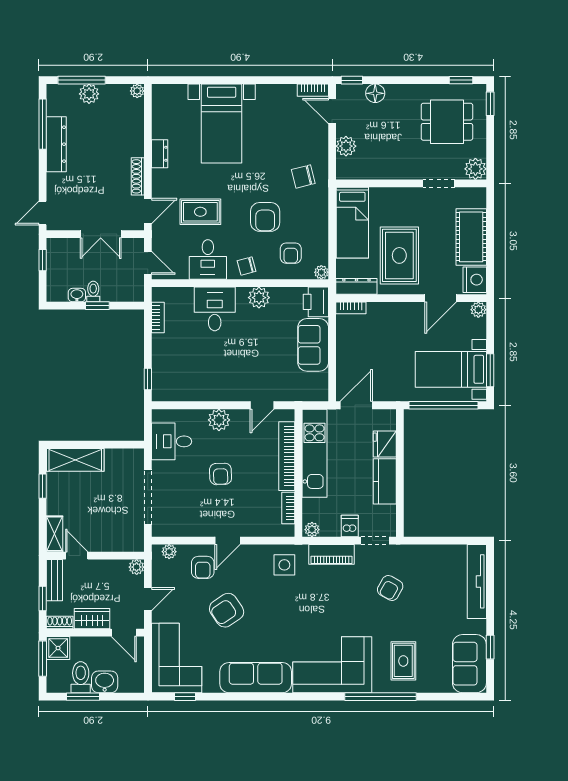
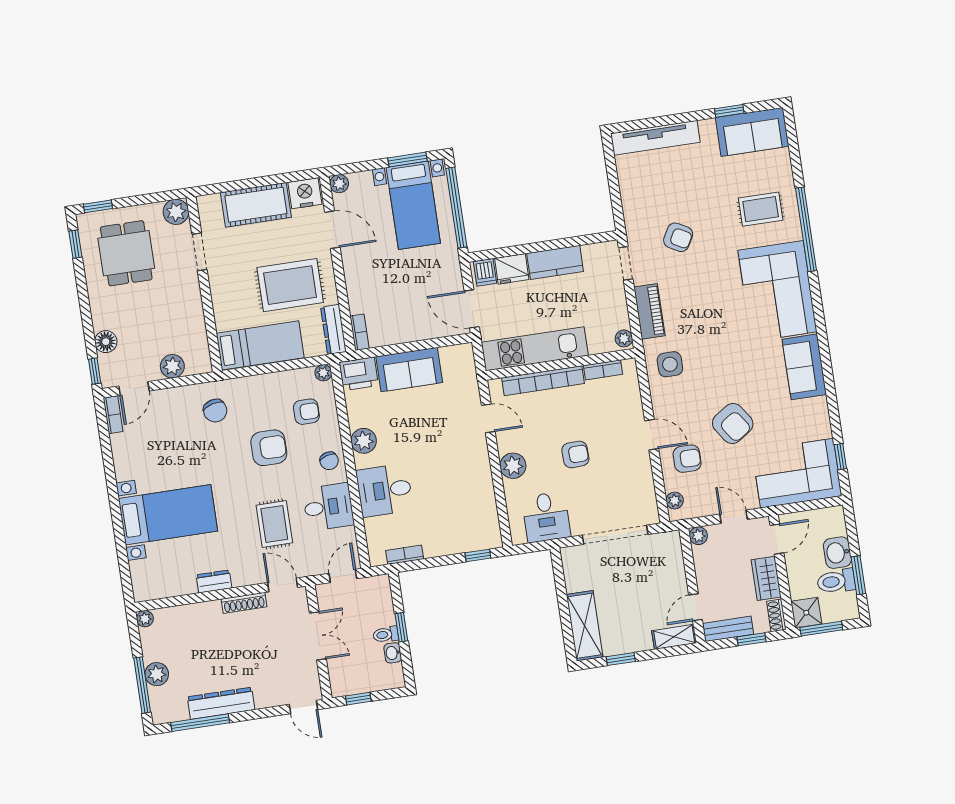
dishwasher: (350, 526) -> (485, 272), moved, turned -90
sofa: (256, 678) -> (804, 367), width x0.73

